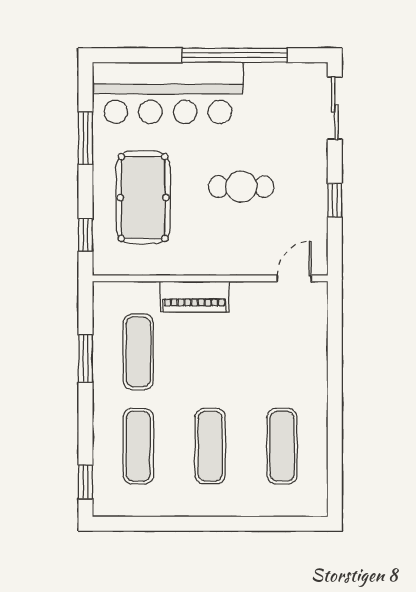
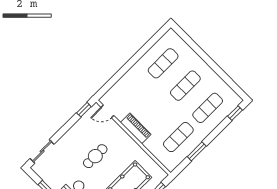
cafe table: (241, 187) -> (95, 156), turned 90
window: (335, 200) -> (84, 110), moved
piano: (195, 297) -> (136, 128), moved

